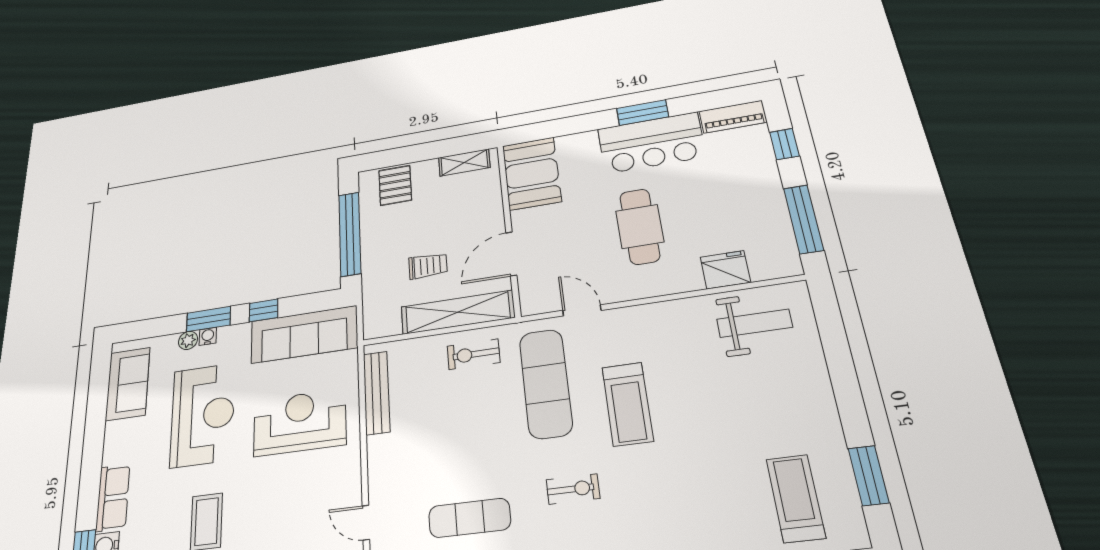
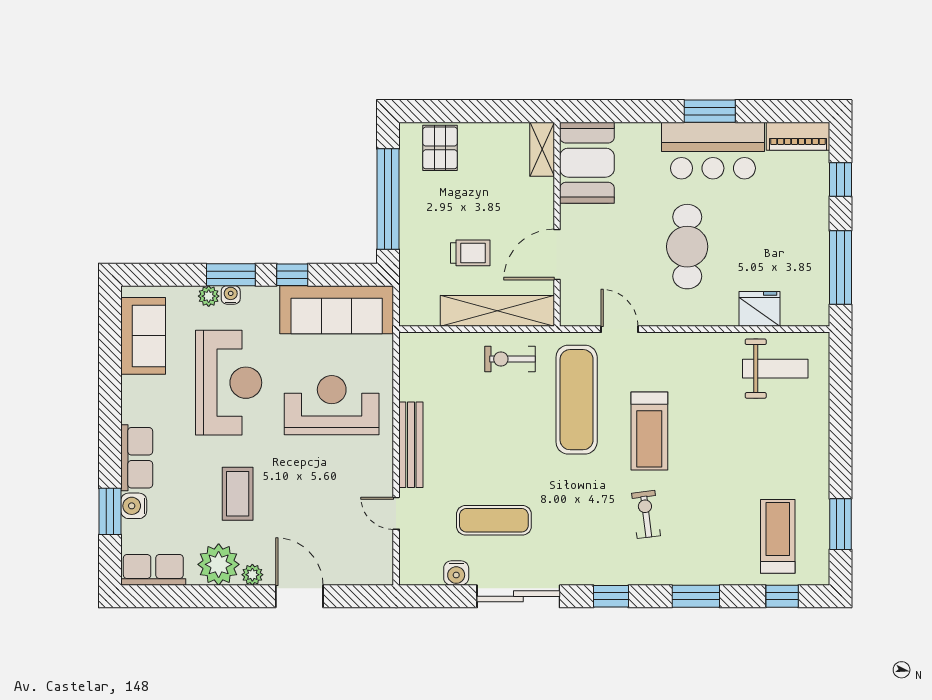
shelving: (464, 162) -> (542, 149), moved, turned 90
bench: (376, 393) -> (411, 445), moved
exercise bike: (573, 489) -> (646, 514), moved, turned -97

